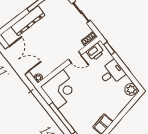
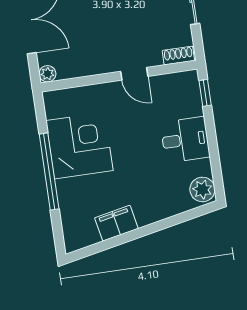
printer: (95, 52) -> (176, 85), removed
corner desk: (60, 89) -> (80, 146), moved, turned -90

